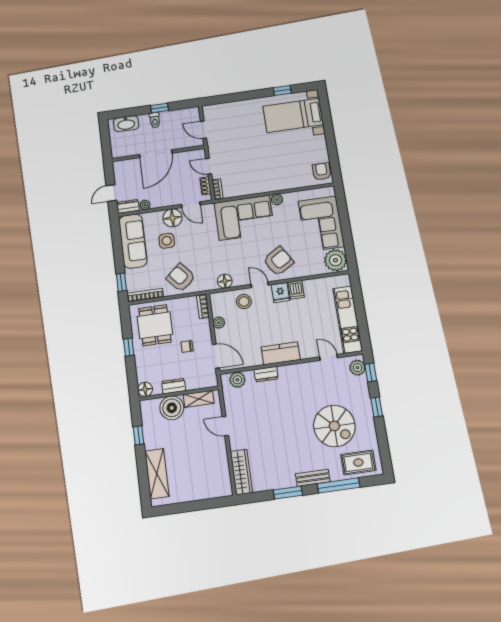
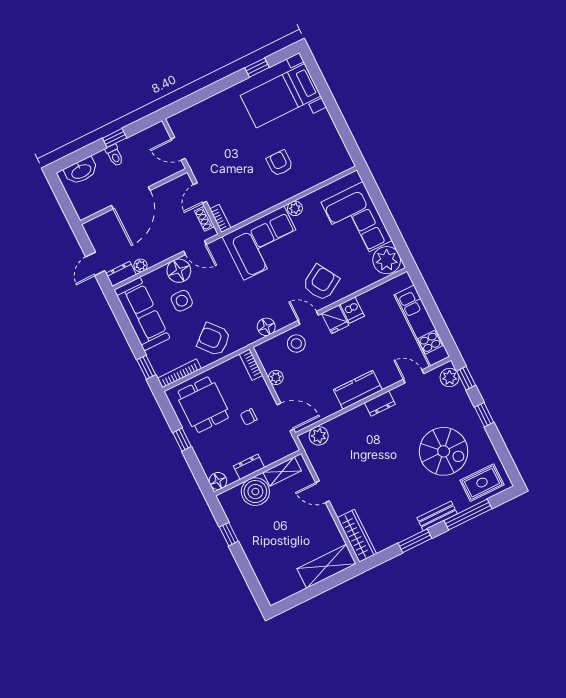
door: (209, 166) -> (200, 193), hinge flipped
armchair: (322, 171) -> (280, 163), moved
dresser: (266, 374) -> (380, 403), moved
shelving: (157, 474) -> (327, 566), moved, turned 90

